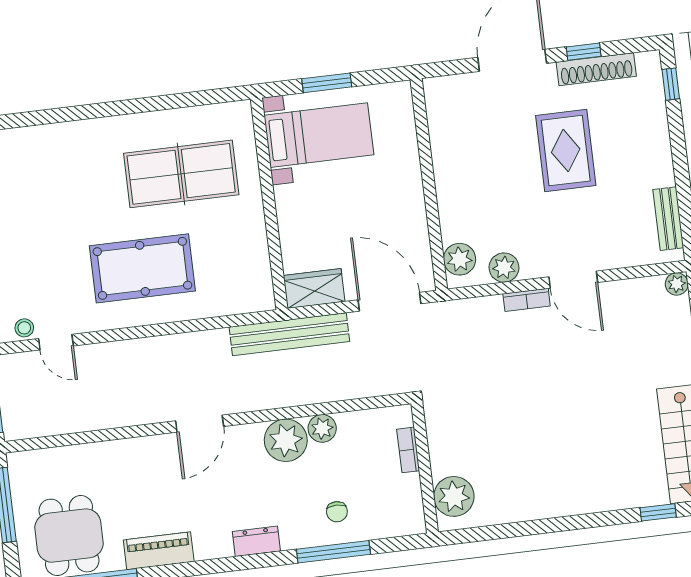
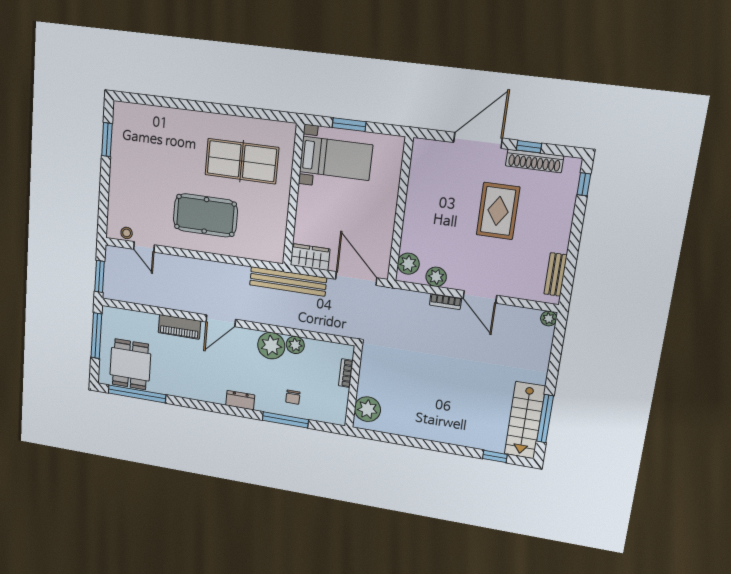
piano: (159, 551) -> (179, 327), moved, turned 180

